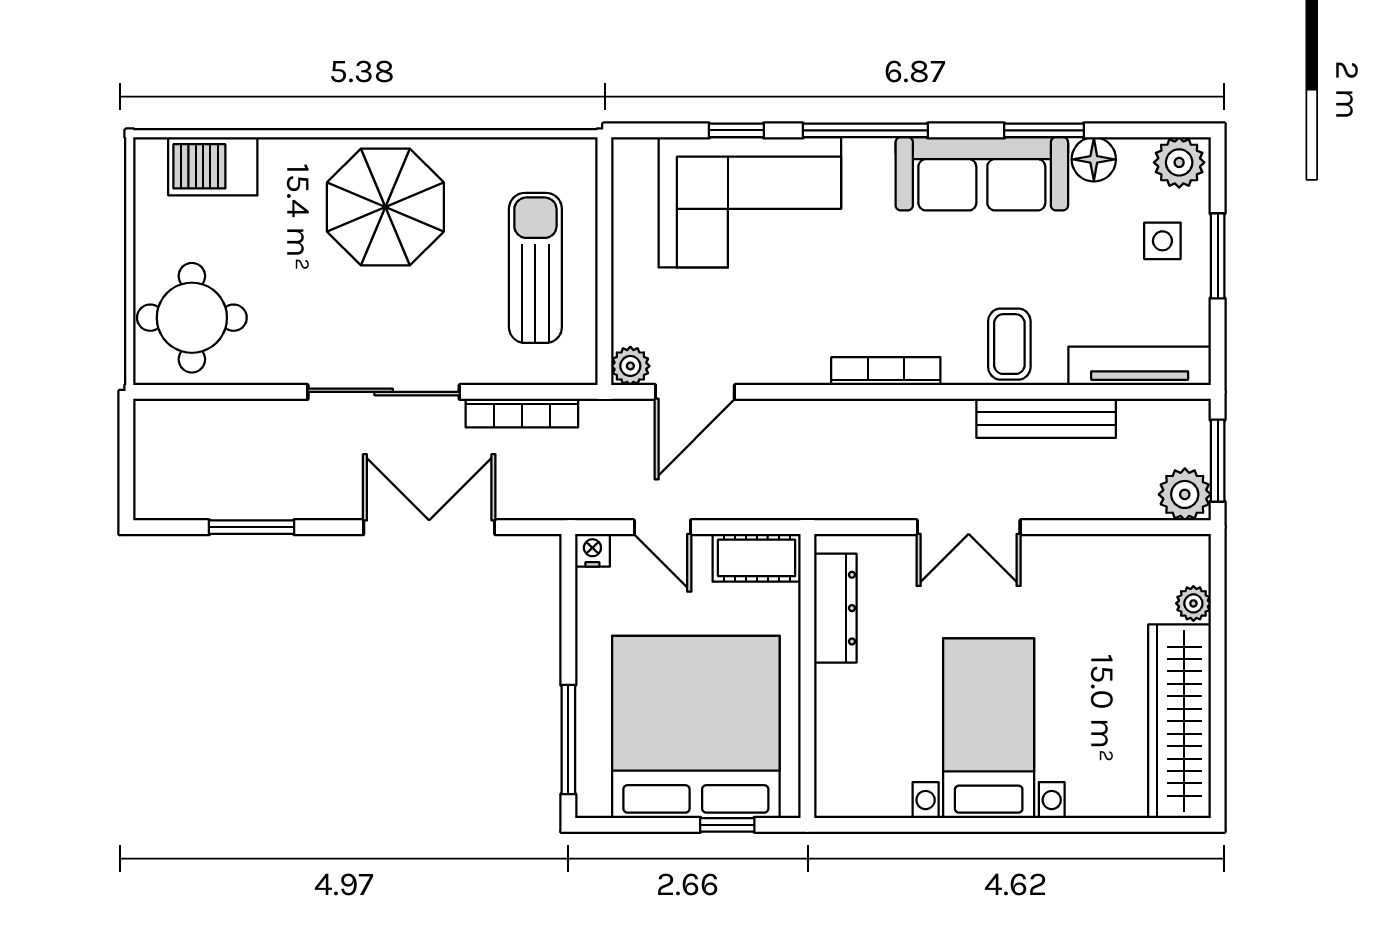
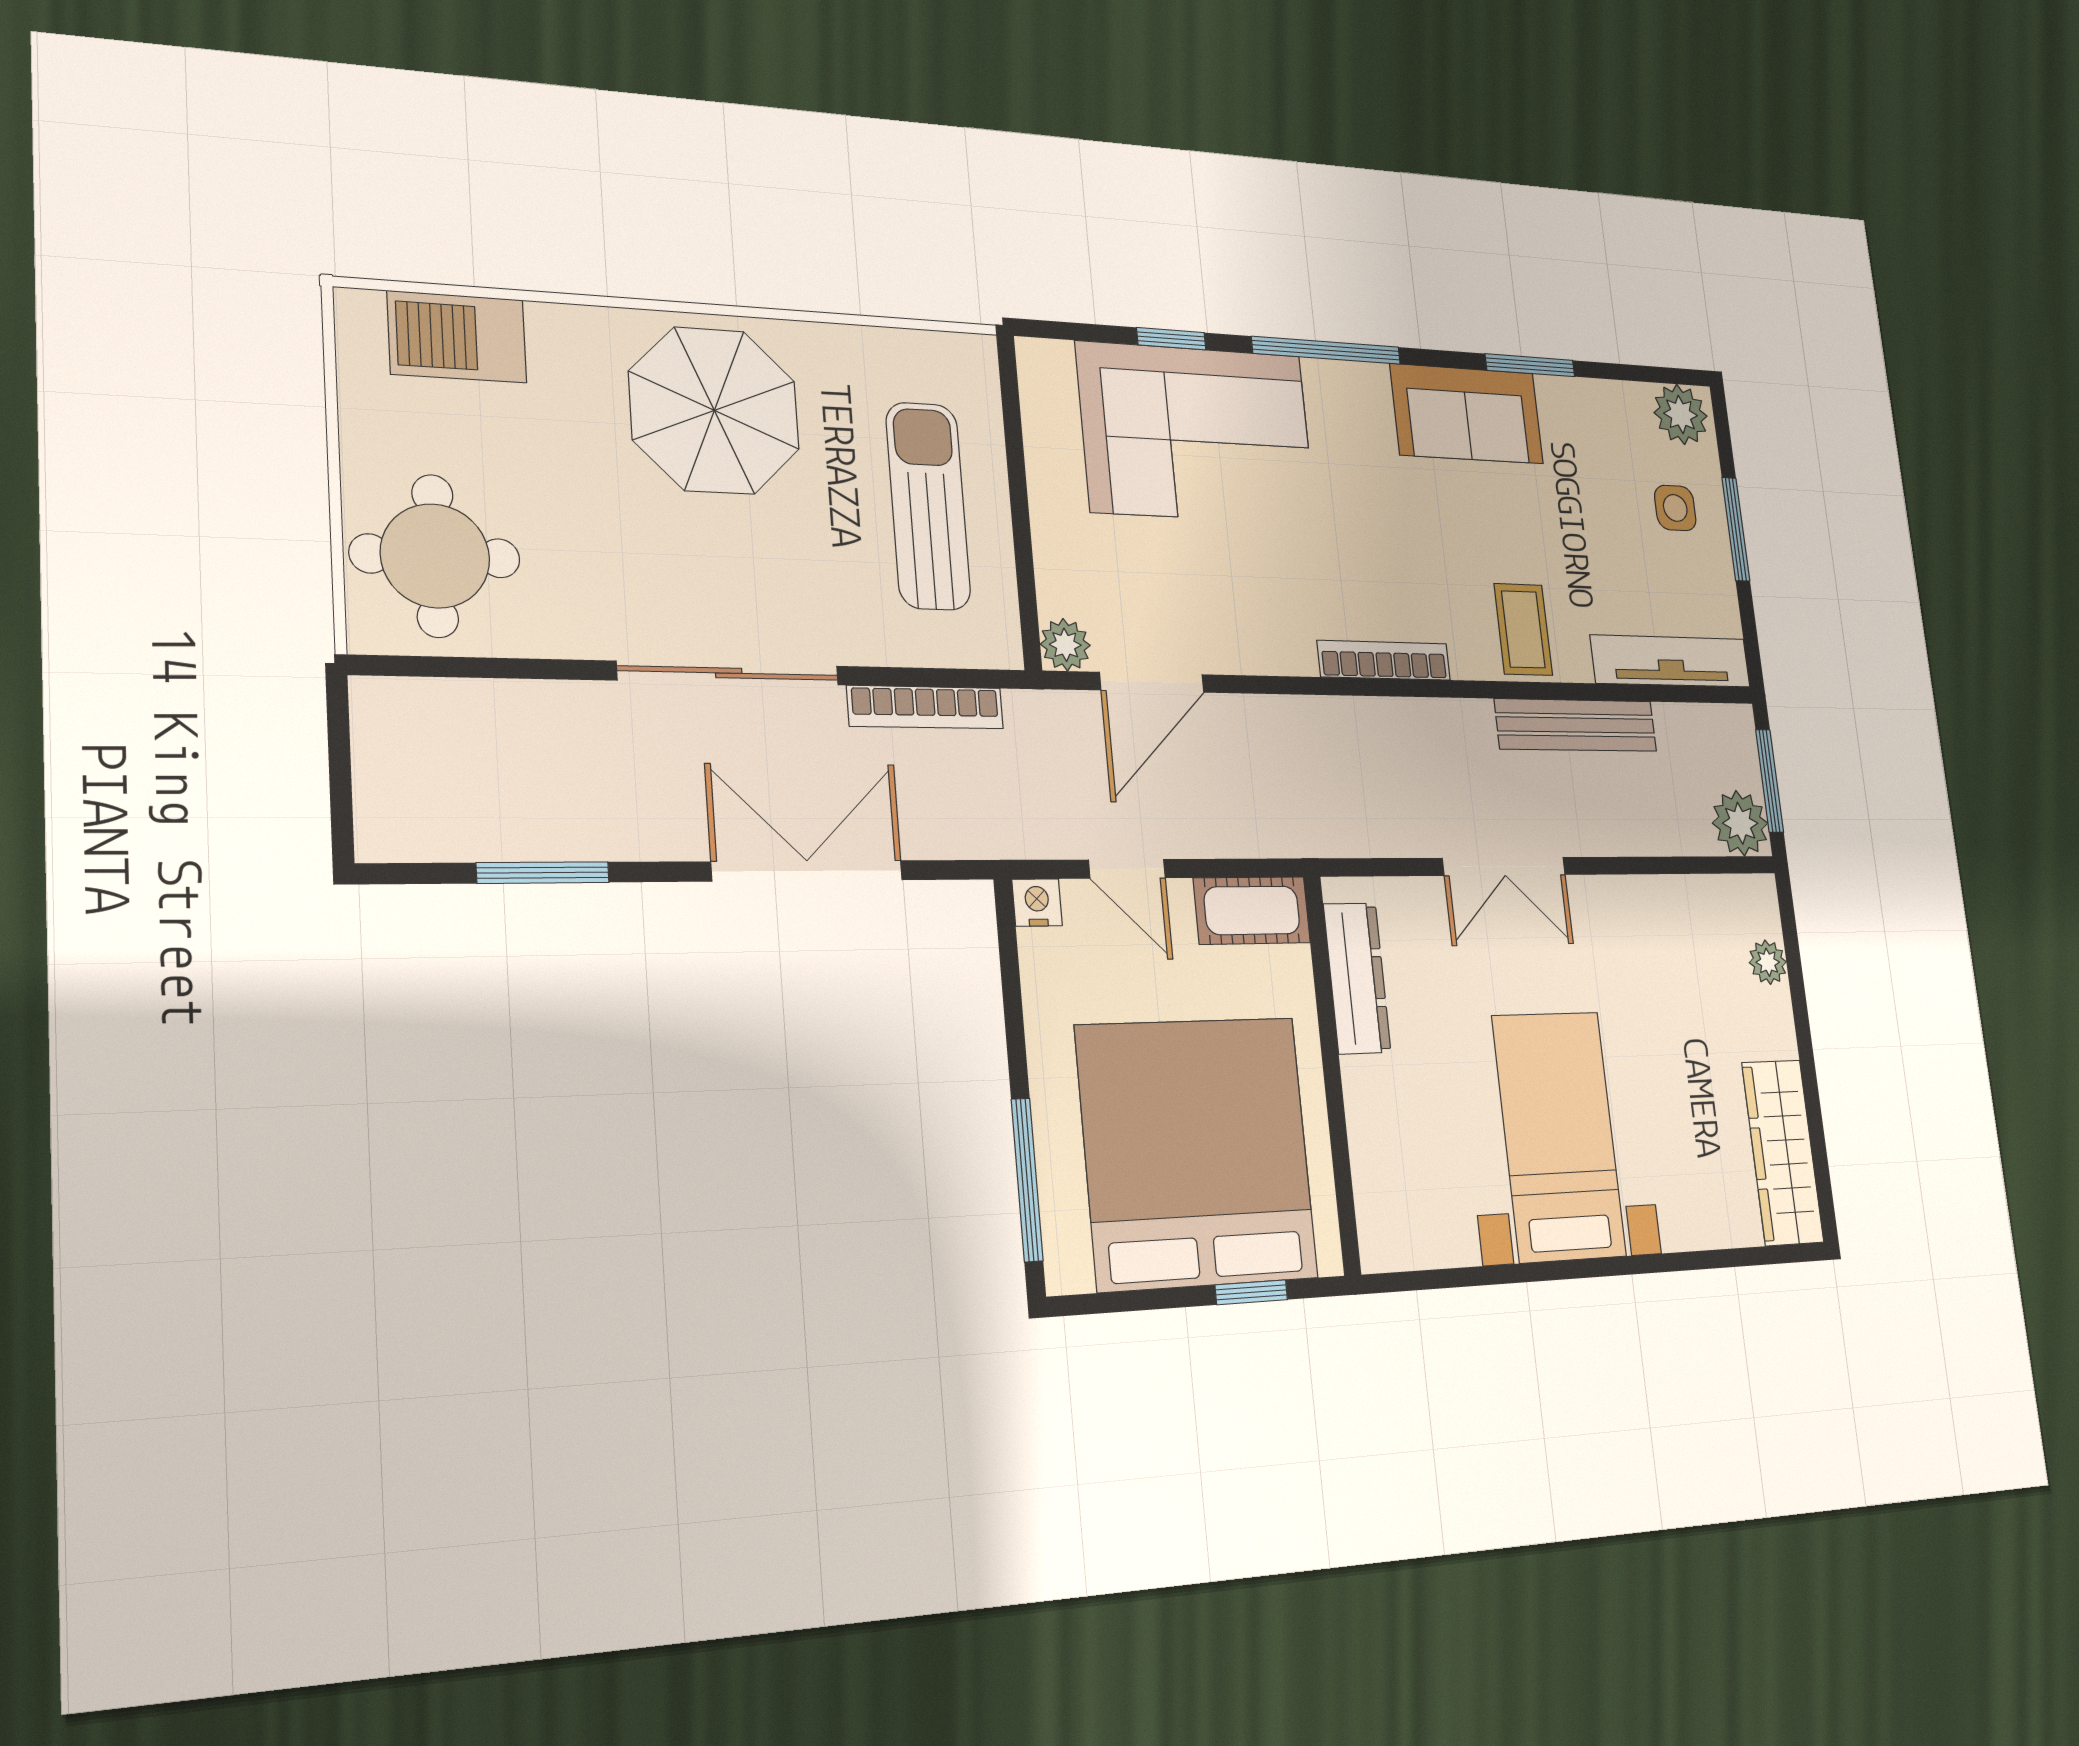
floor lamp: (1094, 159) -> (1589, 404), removed
sofa: (982, 174) -> (1467, 414), width x0.73
wardrobe: (1179, 721) -> (1783, 1152), width x0.71, depth x0.85

